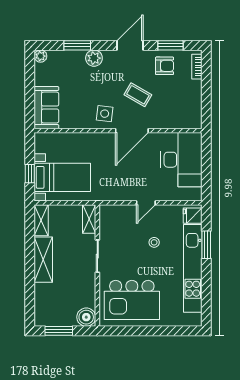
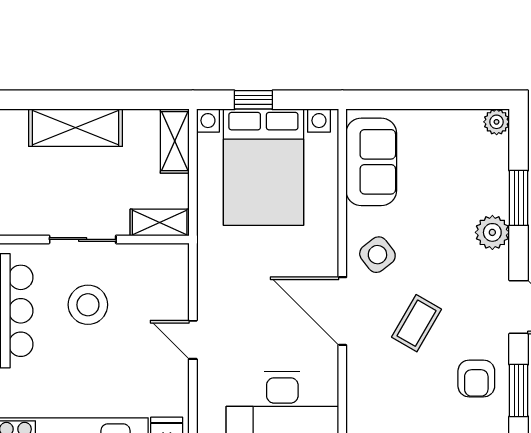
sofa: (46, 108) -> (371, 162), moved, turned -90
side table: (105, 114) -> (377, 255), turned 45
bed with nightstands: (62, 177) -> (263, 167), width x1.36
shelving: (41, 220) -> (175, 141), moved, turned 90
stool: (154, 242) -> (88, 305), moved, width x1.89, depth x1.89

